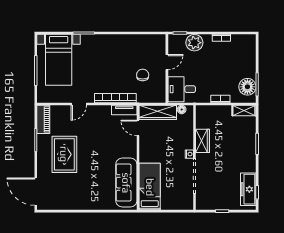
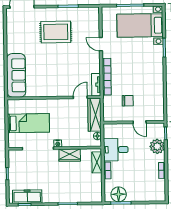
desk: (182, 89) -> (116, 150), moved, turned -90
shelving: (244, 111) -> (97, 162), moved
piano: (43, 119) -> (87, 13), removed
sofa: (126, 183) -> (16, 75), moved, turned 90
bed: (150, 187) -> (28, 123), moved

